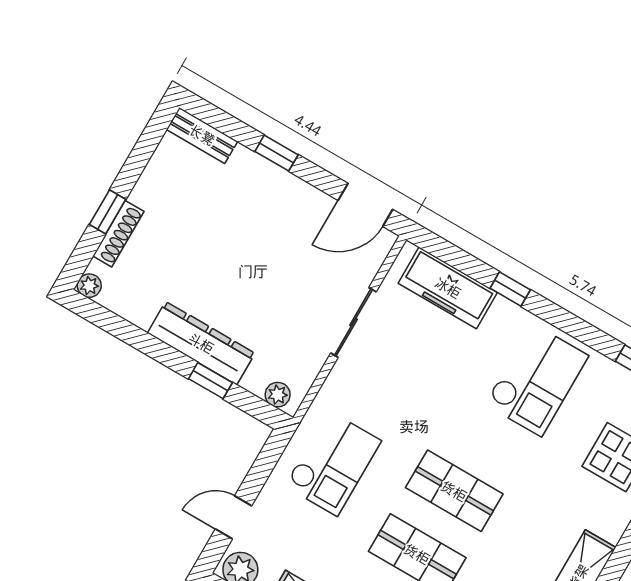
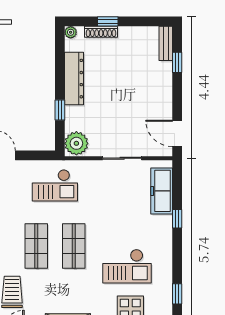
window: (276, 153) -> (177, 62), moved
dresser: (201, 343) -> (74, 79), moved
checkout: (537, 380) -> (127, 266), moved
plant: (278, 395) -> (76, 143), width x1.88, depth x1.88

